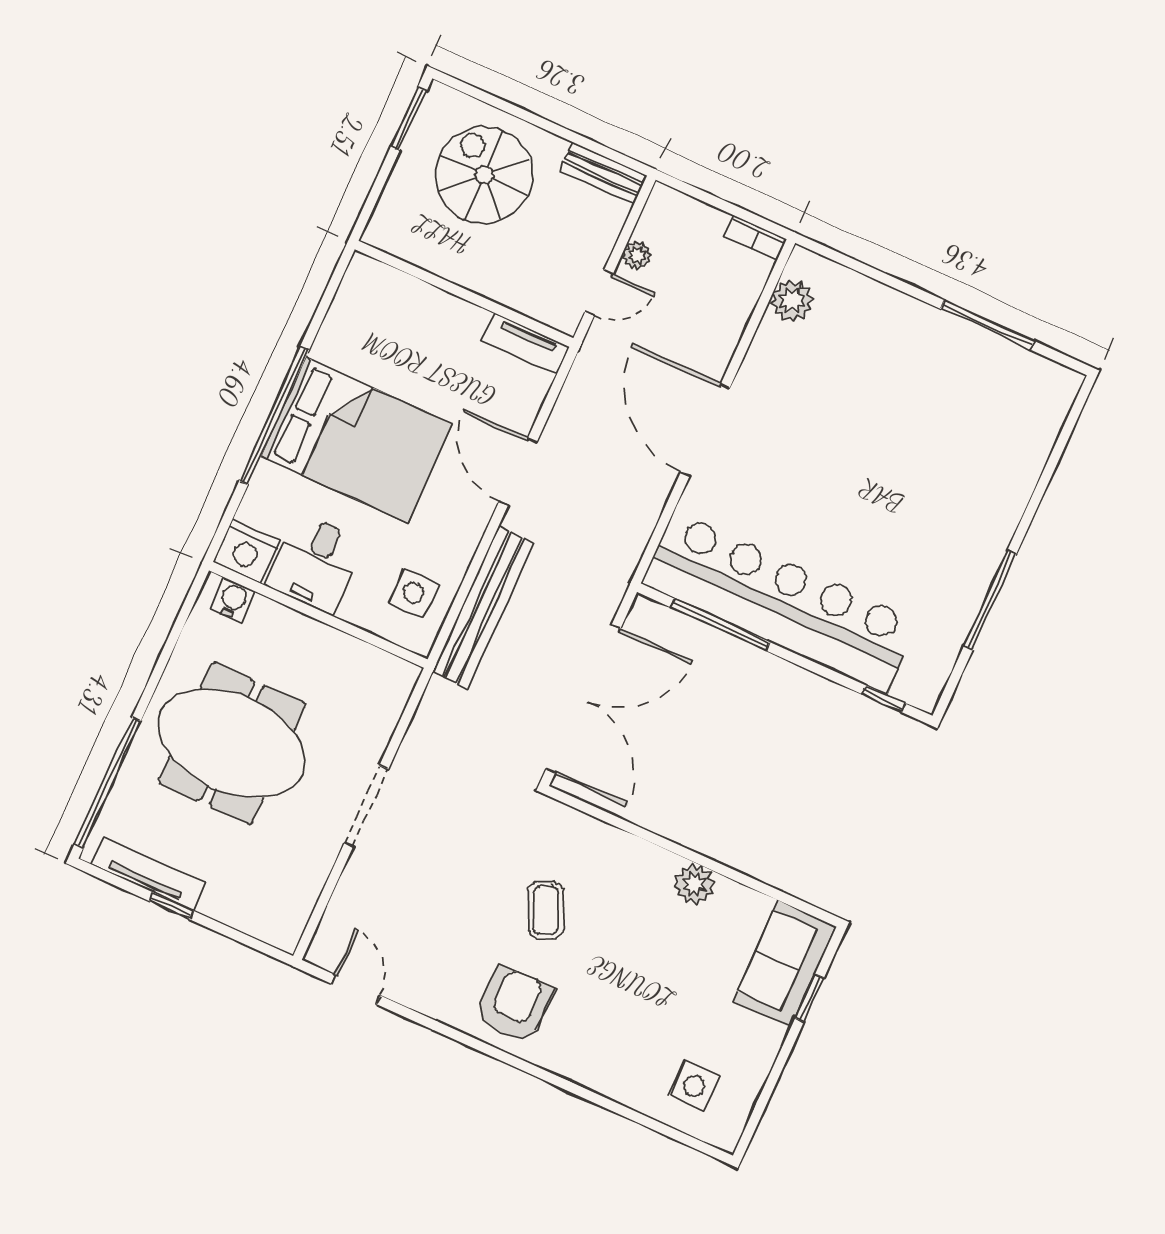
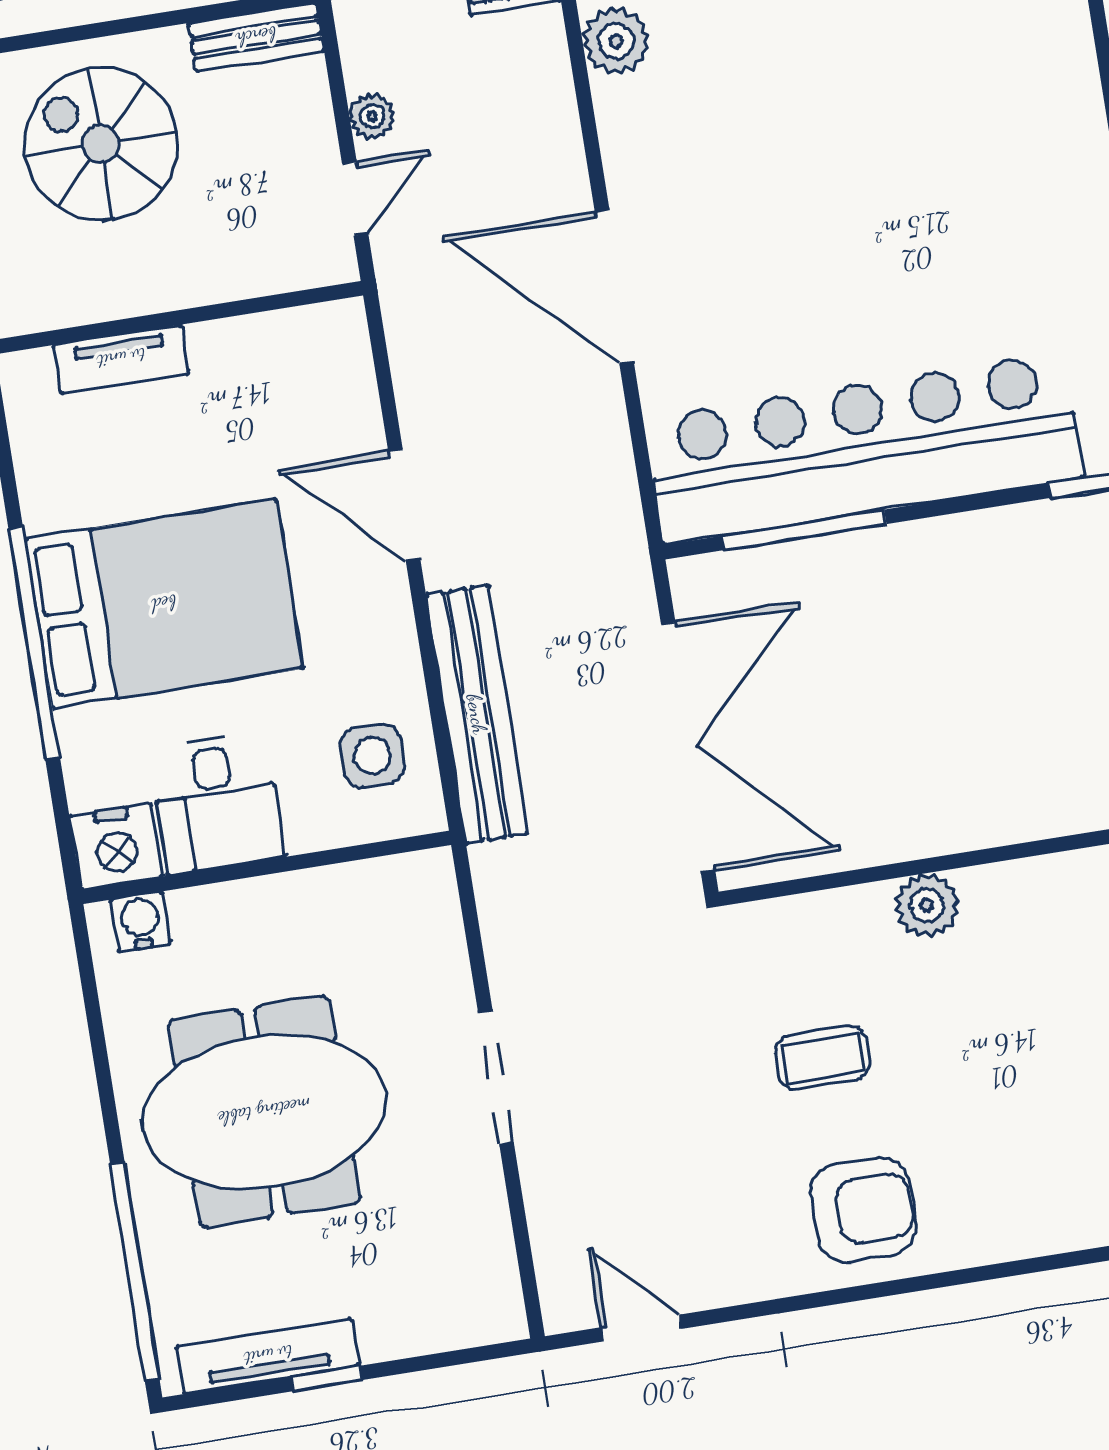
tv unit: (525, 344) -> (121, 359), moved
plant: (694, 884) -> (927, 905), moved
coffee table: (546, 910) -> (823, 1058), turned -66
armchair: (514, 1005) -> (863, 1210), turned 90

